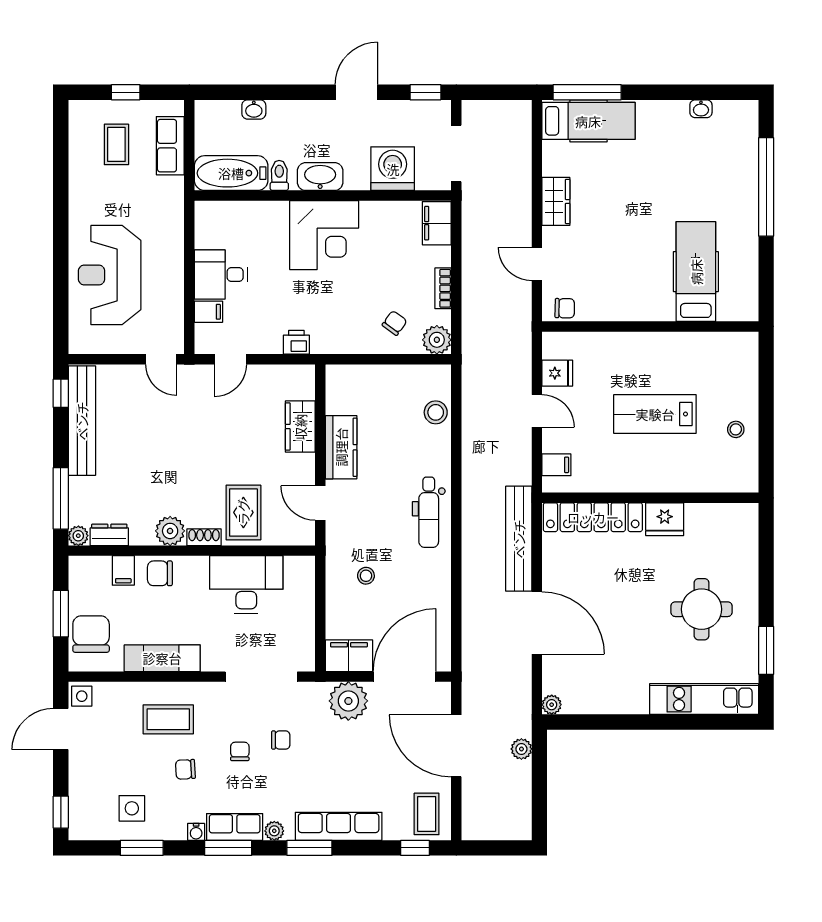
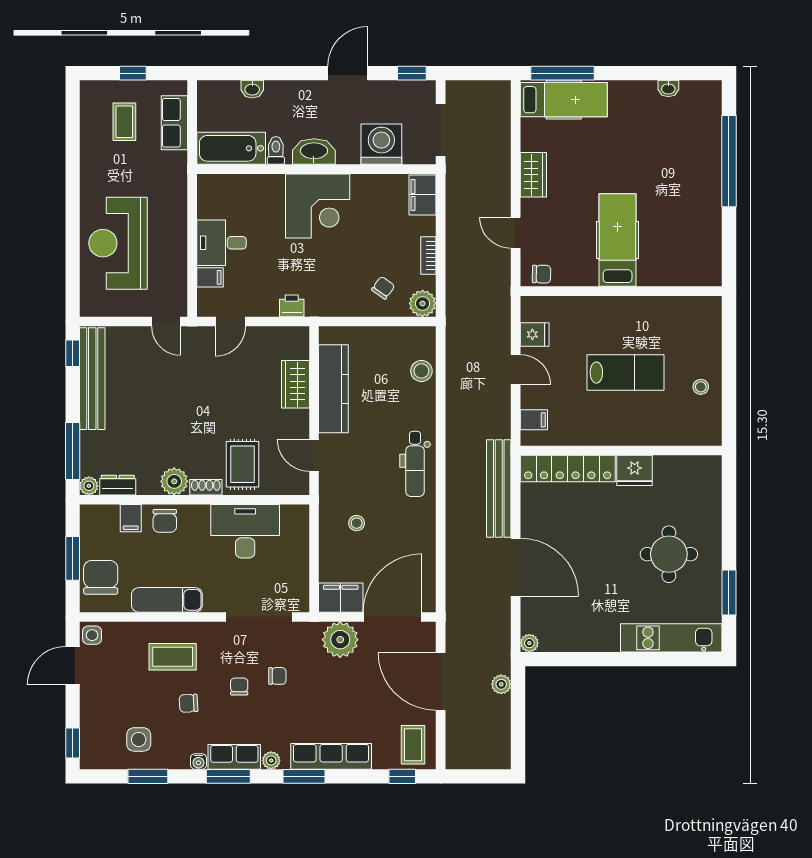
hospital bed: (696, 272) -> (618, 240), moved
lab bench: (655, 414) -> (626, 373), turned 180
kitchen counter: (341, 447) -> (333, 389), width x1.50
chair: (160, 573) -> (165, 521), turned -90

